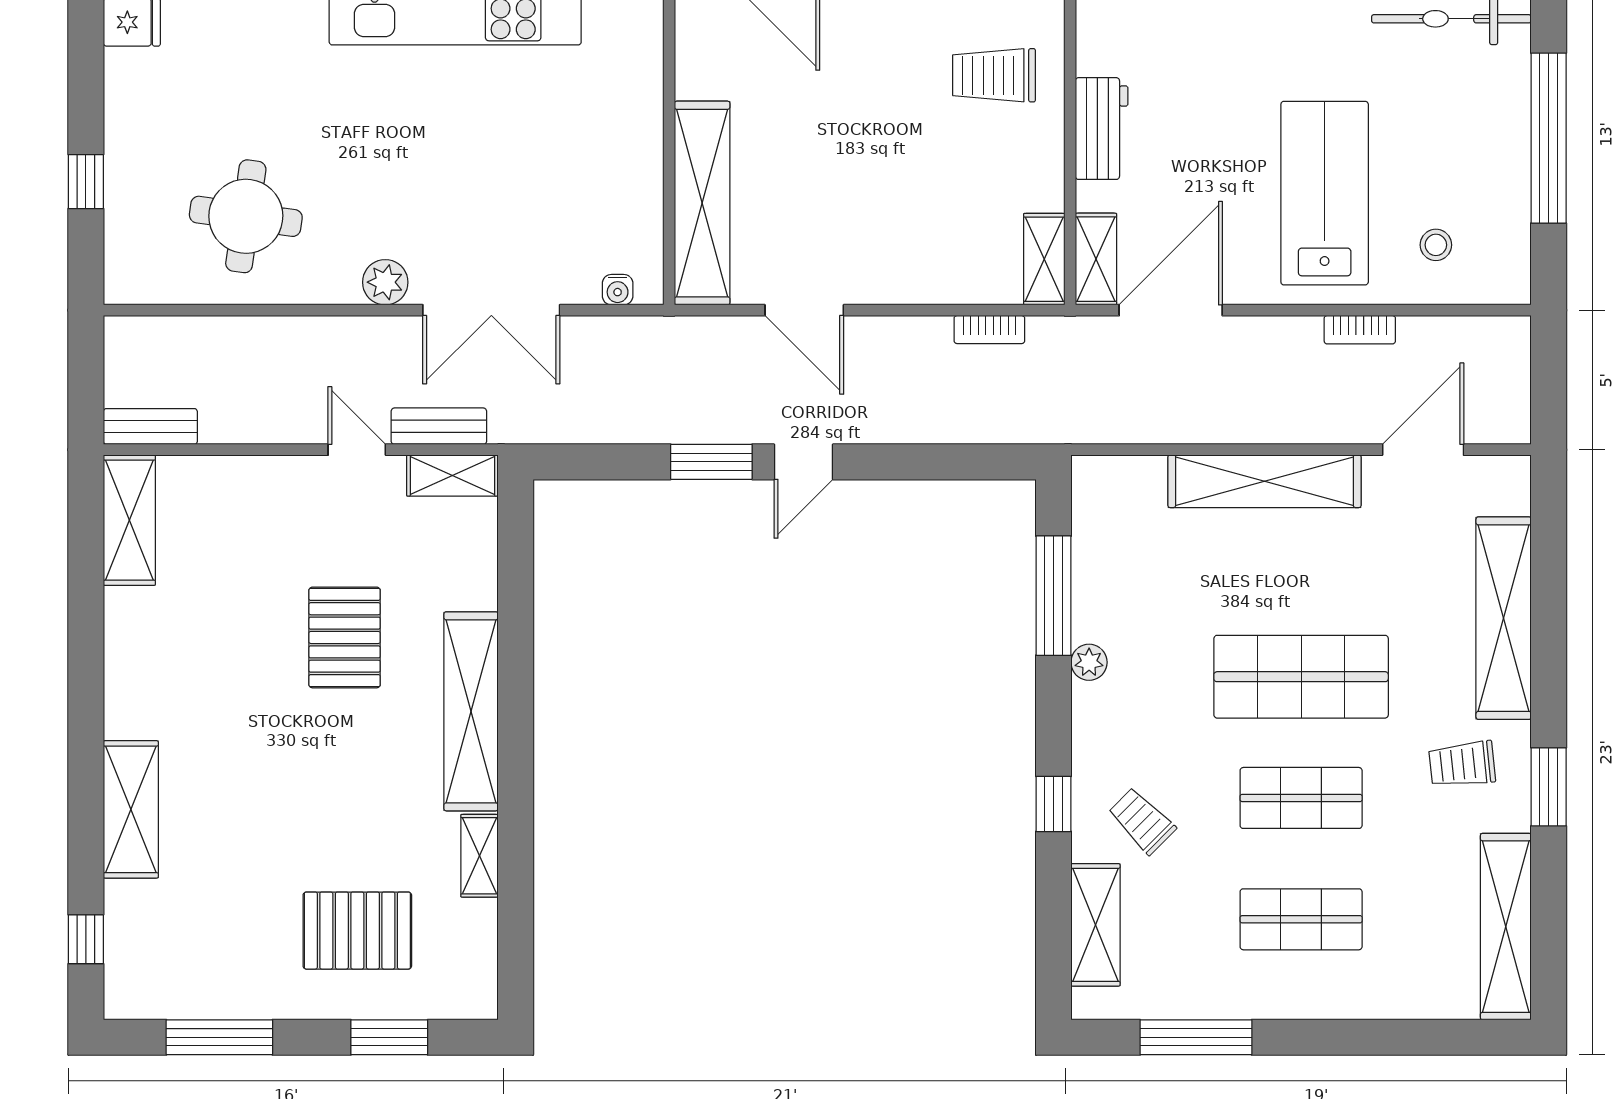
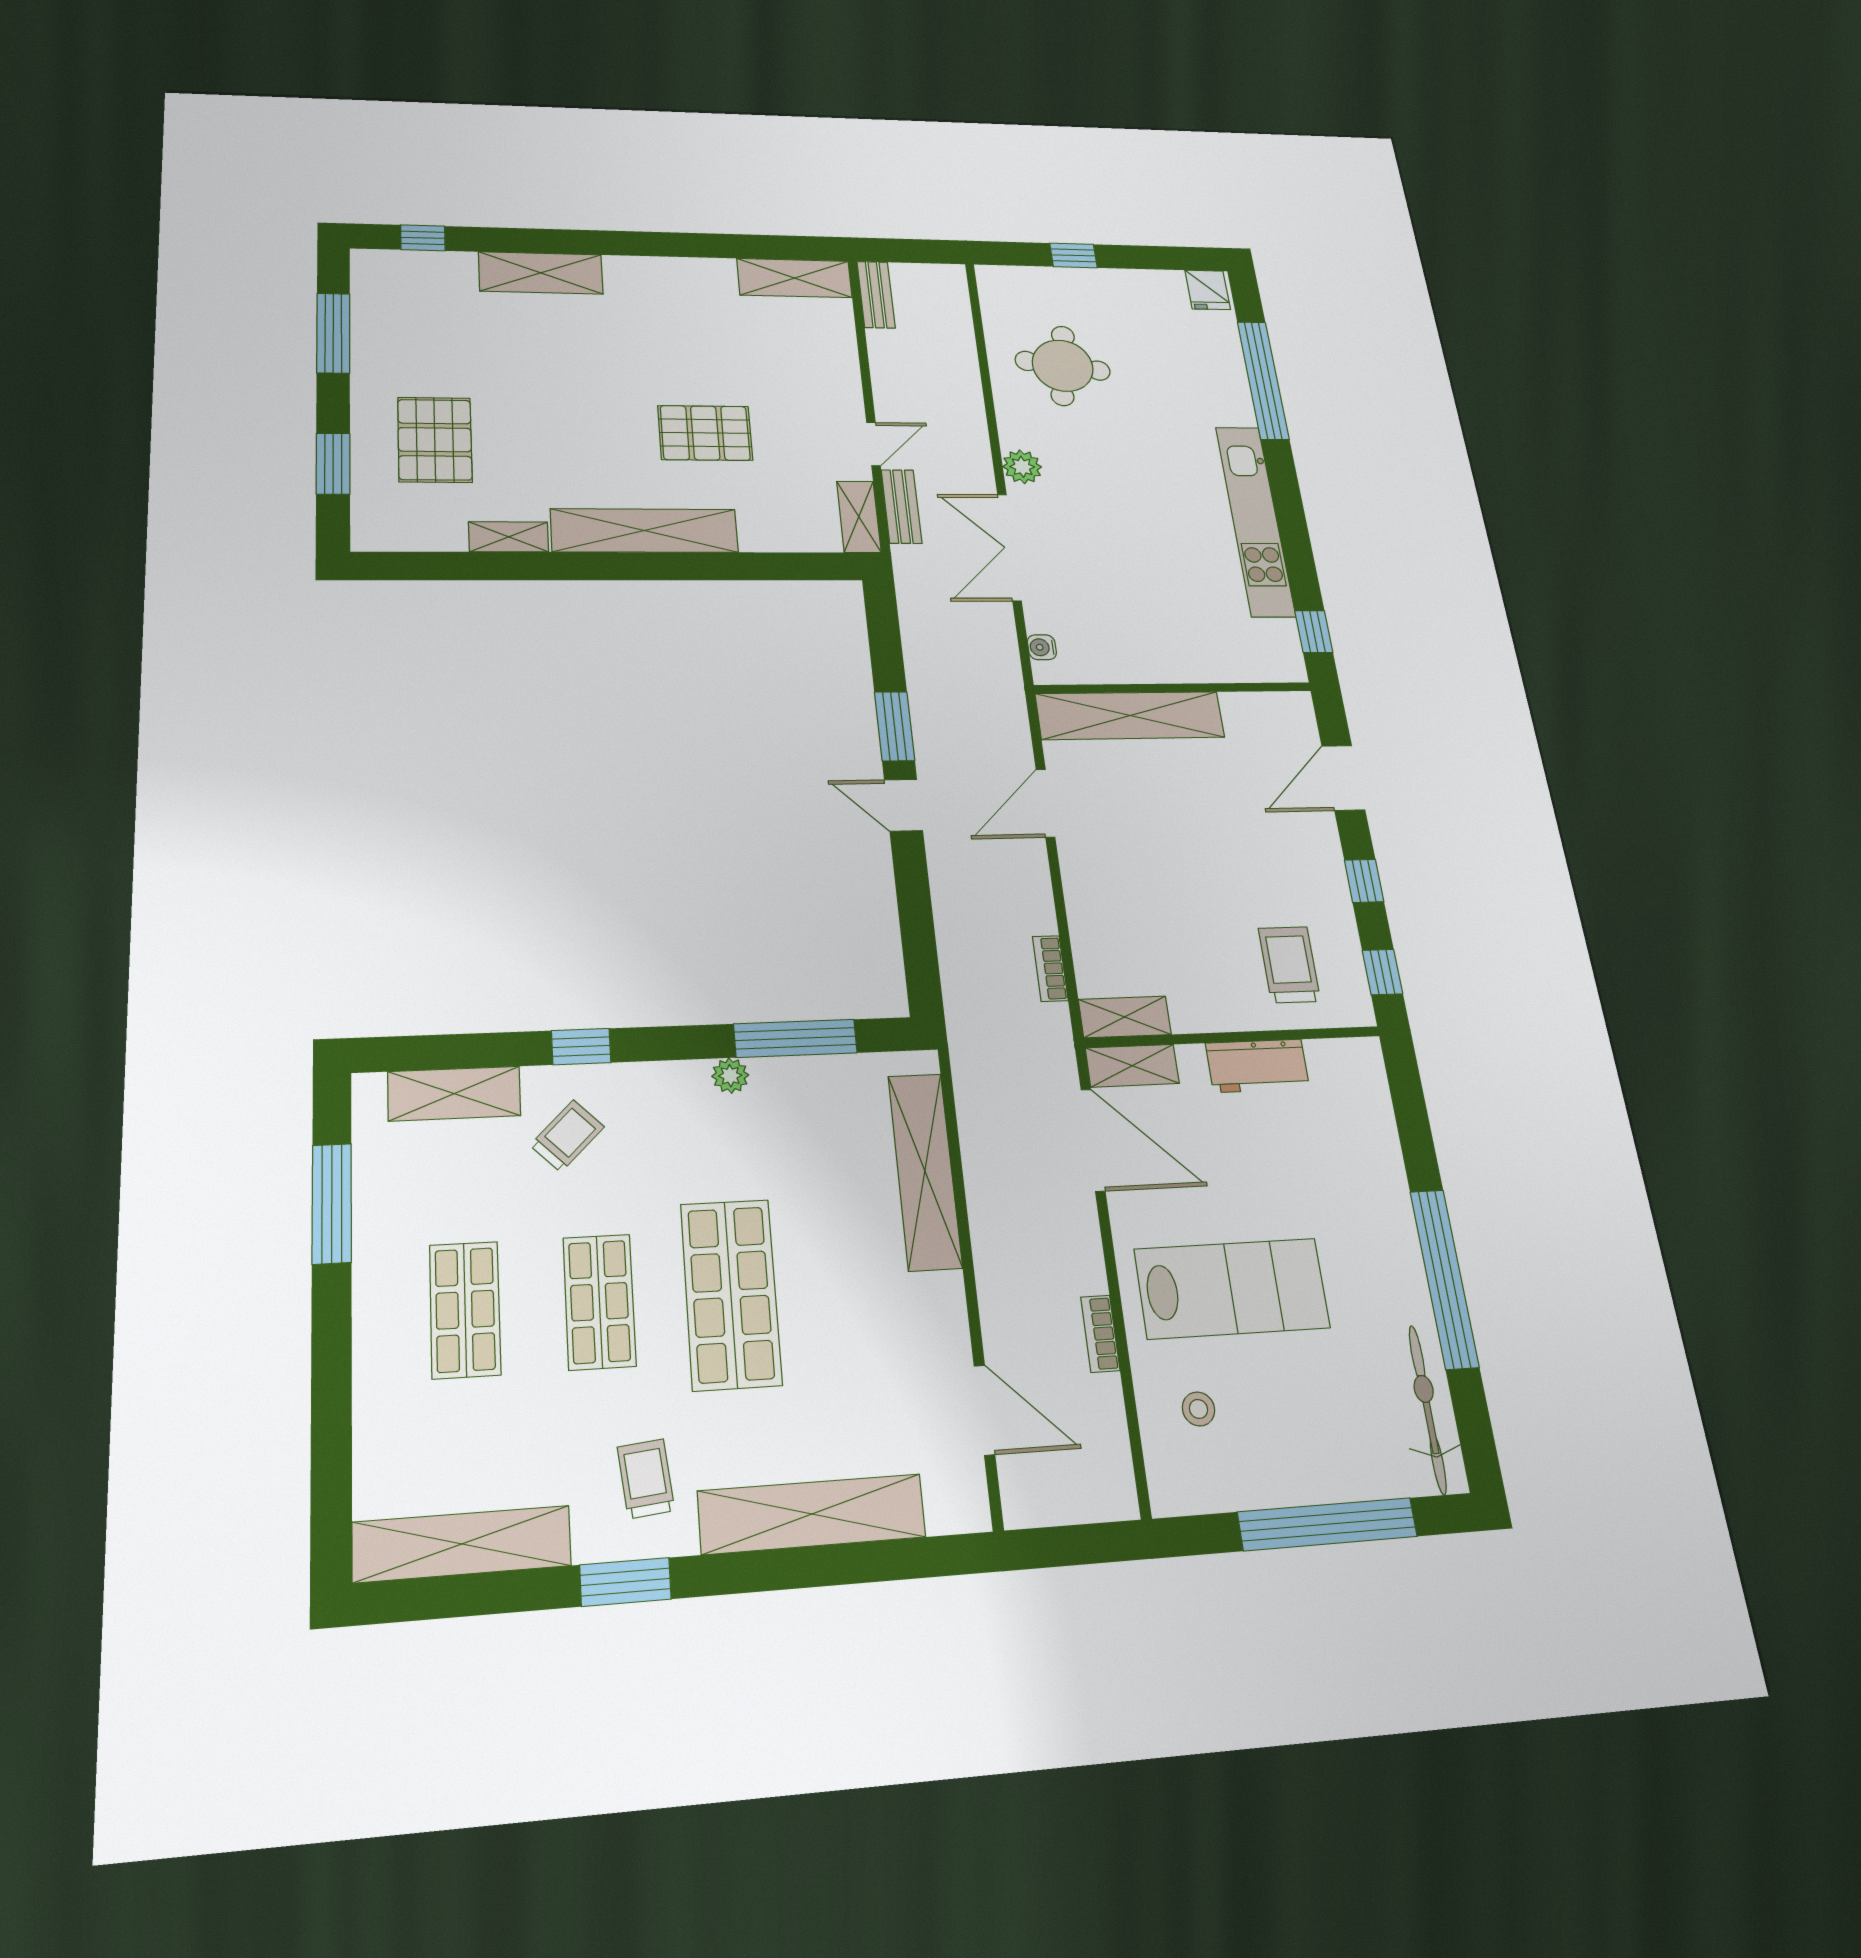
shelving: (1264, 481) -> (925, 1171), moved

